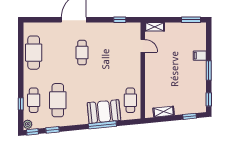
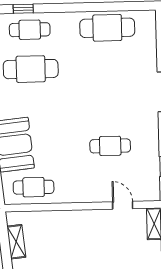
door: (143, 46) -> (123, 205), swing flipped
cafe table: (82, 53) -> (110, 146), moved

